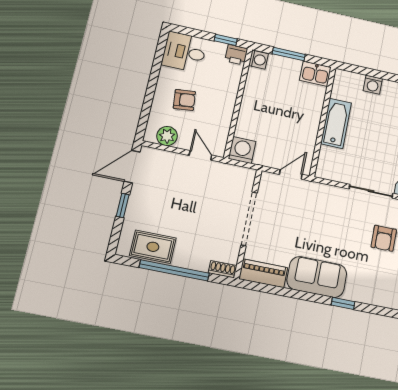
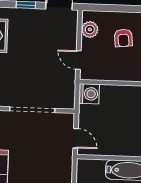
door: (200, 155) -> (78, 60), swing flipped

